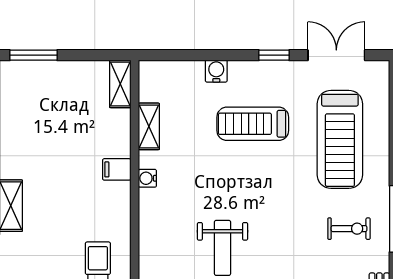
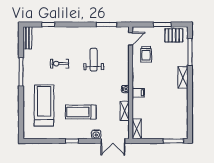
double door: (336, 55) -> (113, 141), moved
treadmill: (253, 124) -> (81, 112), turned 180
exercise bike: (349, 229) -> (59, 64), moved

